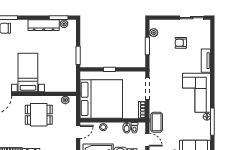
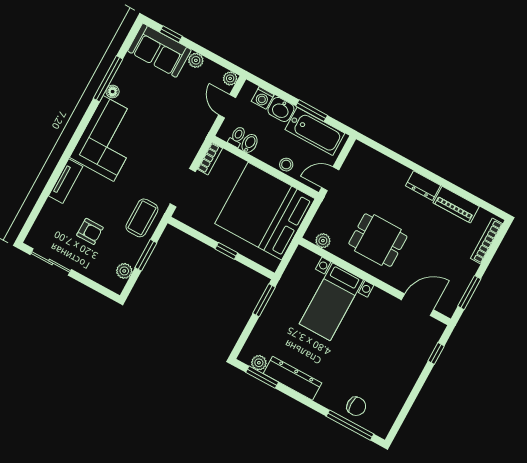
bed with nightstands: (28, 73) -> (331, 302), moved
coffee table: (157, 122) -> (142, 218), moved

